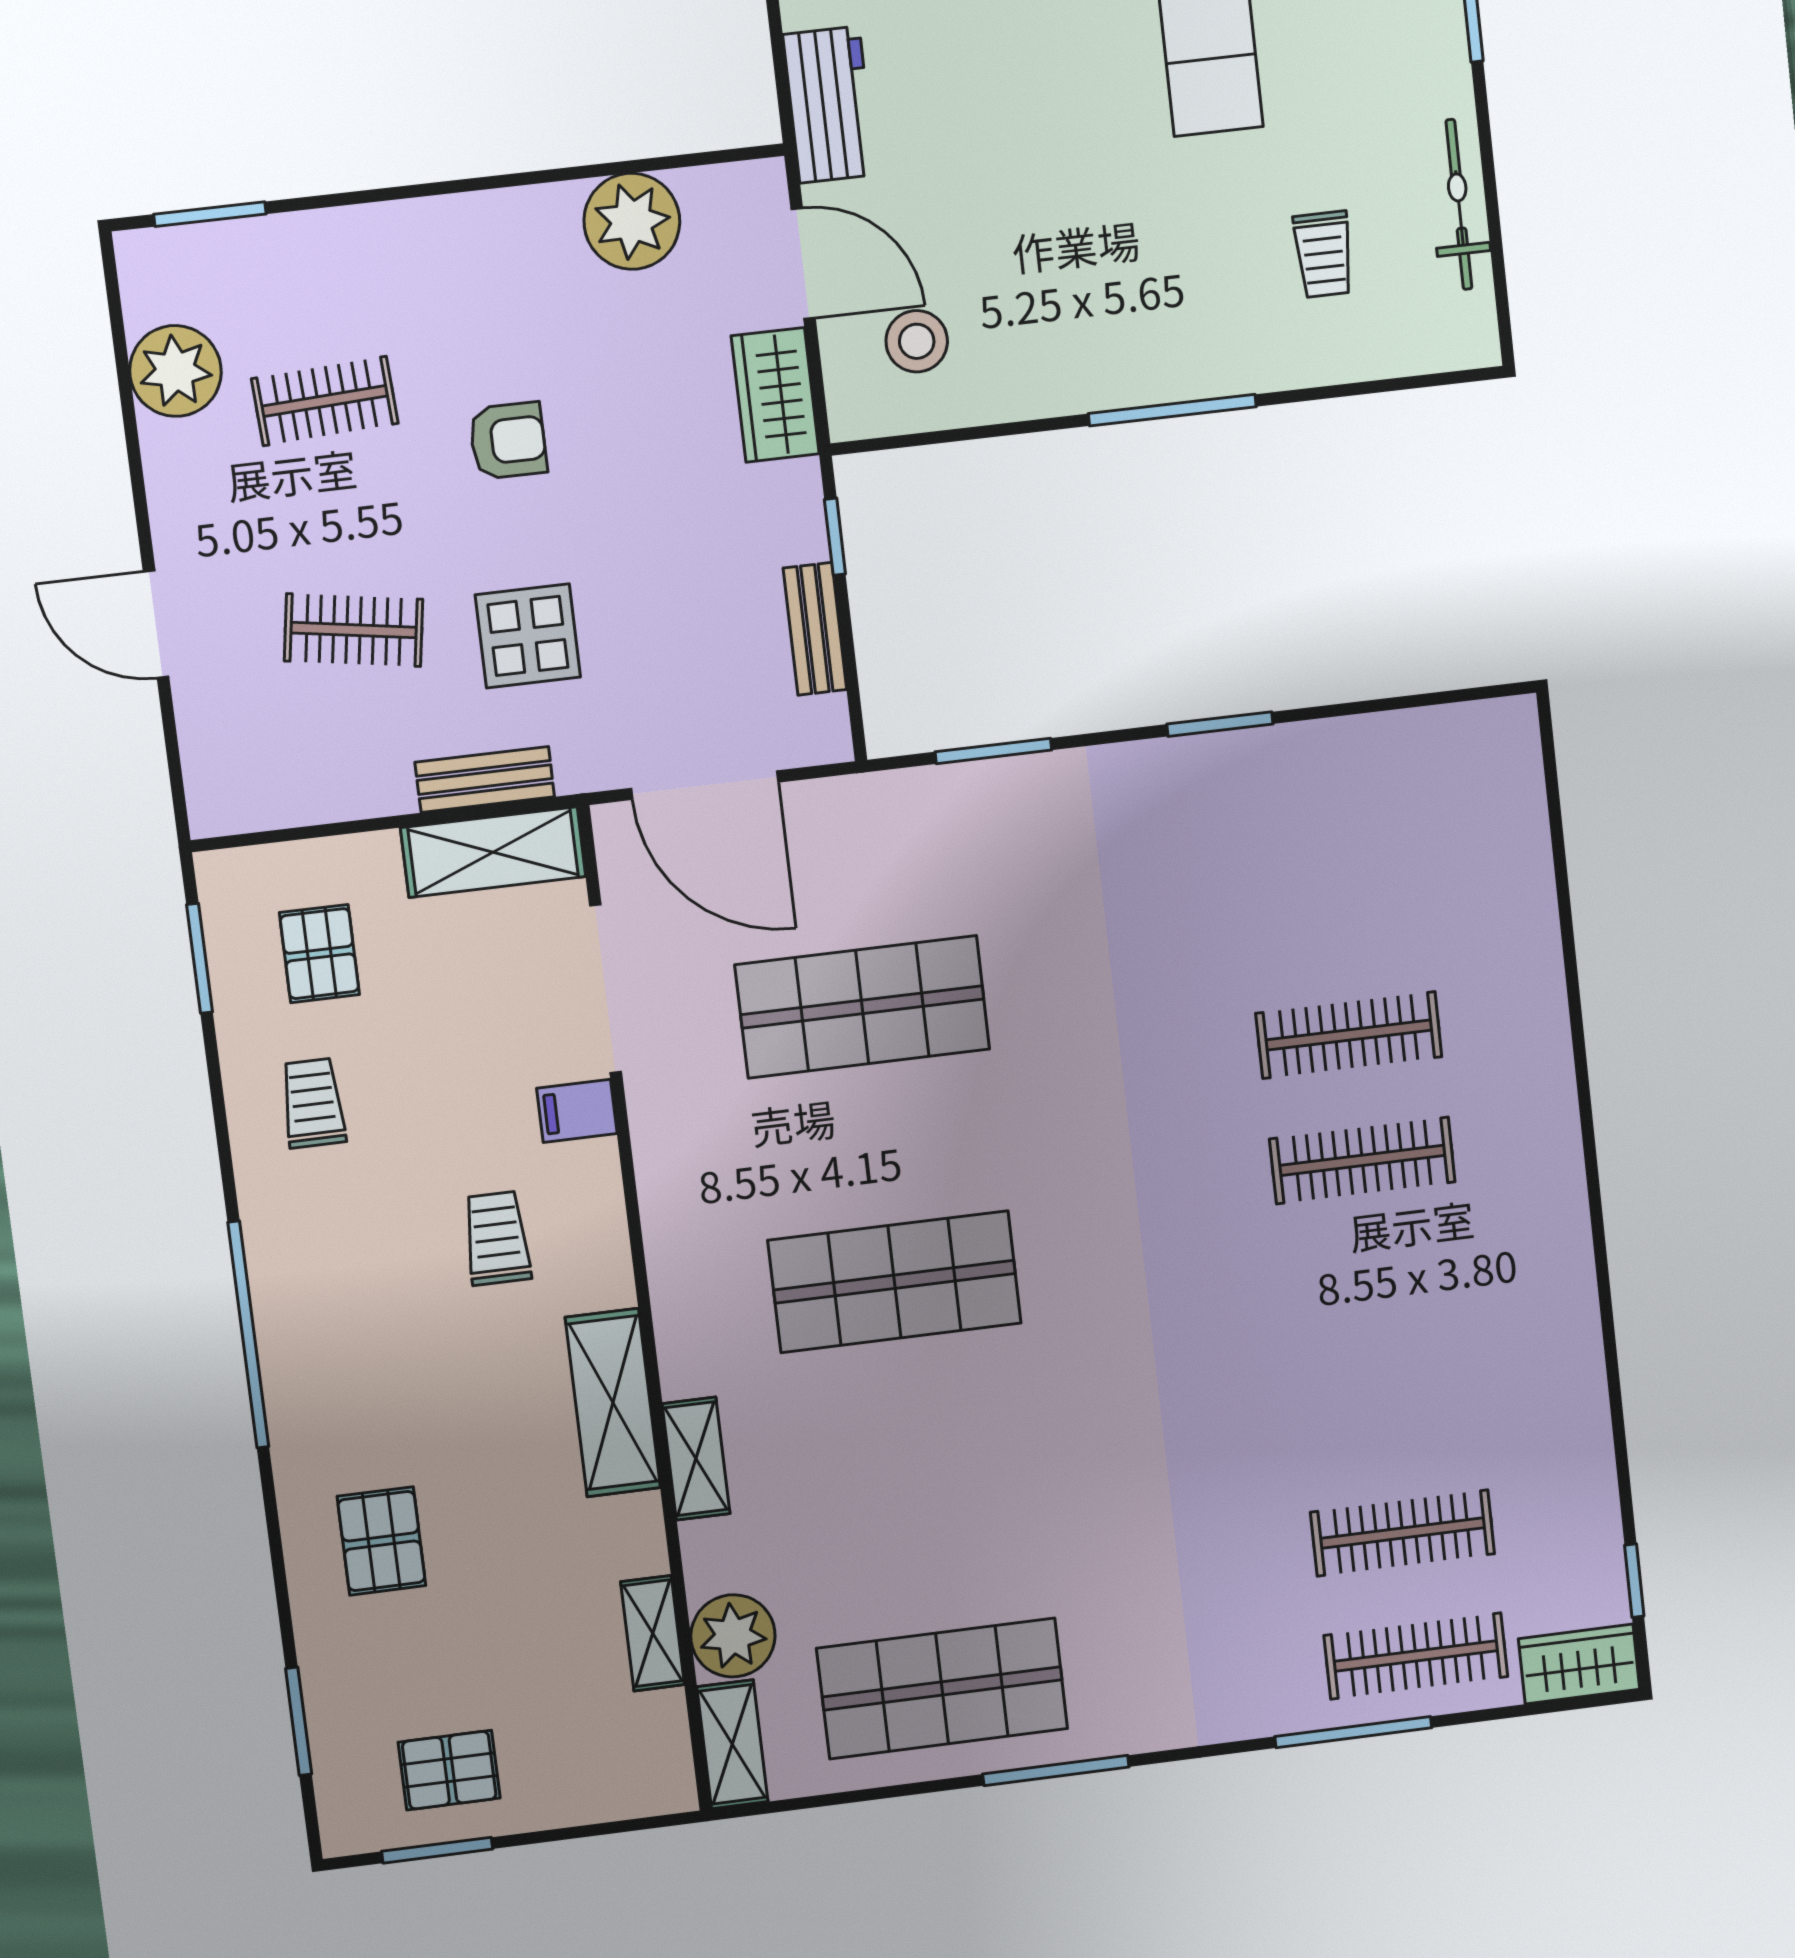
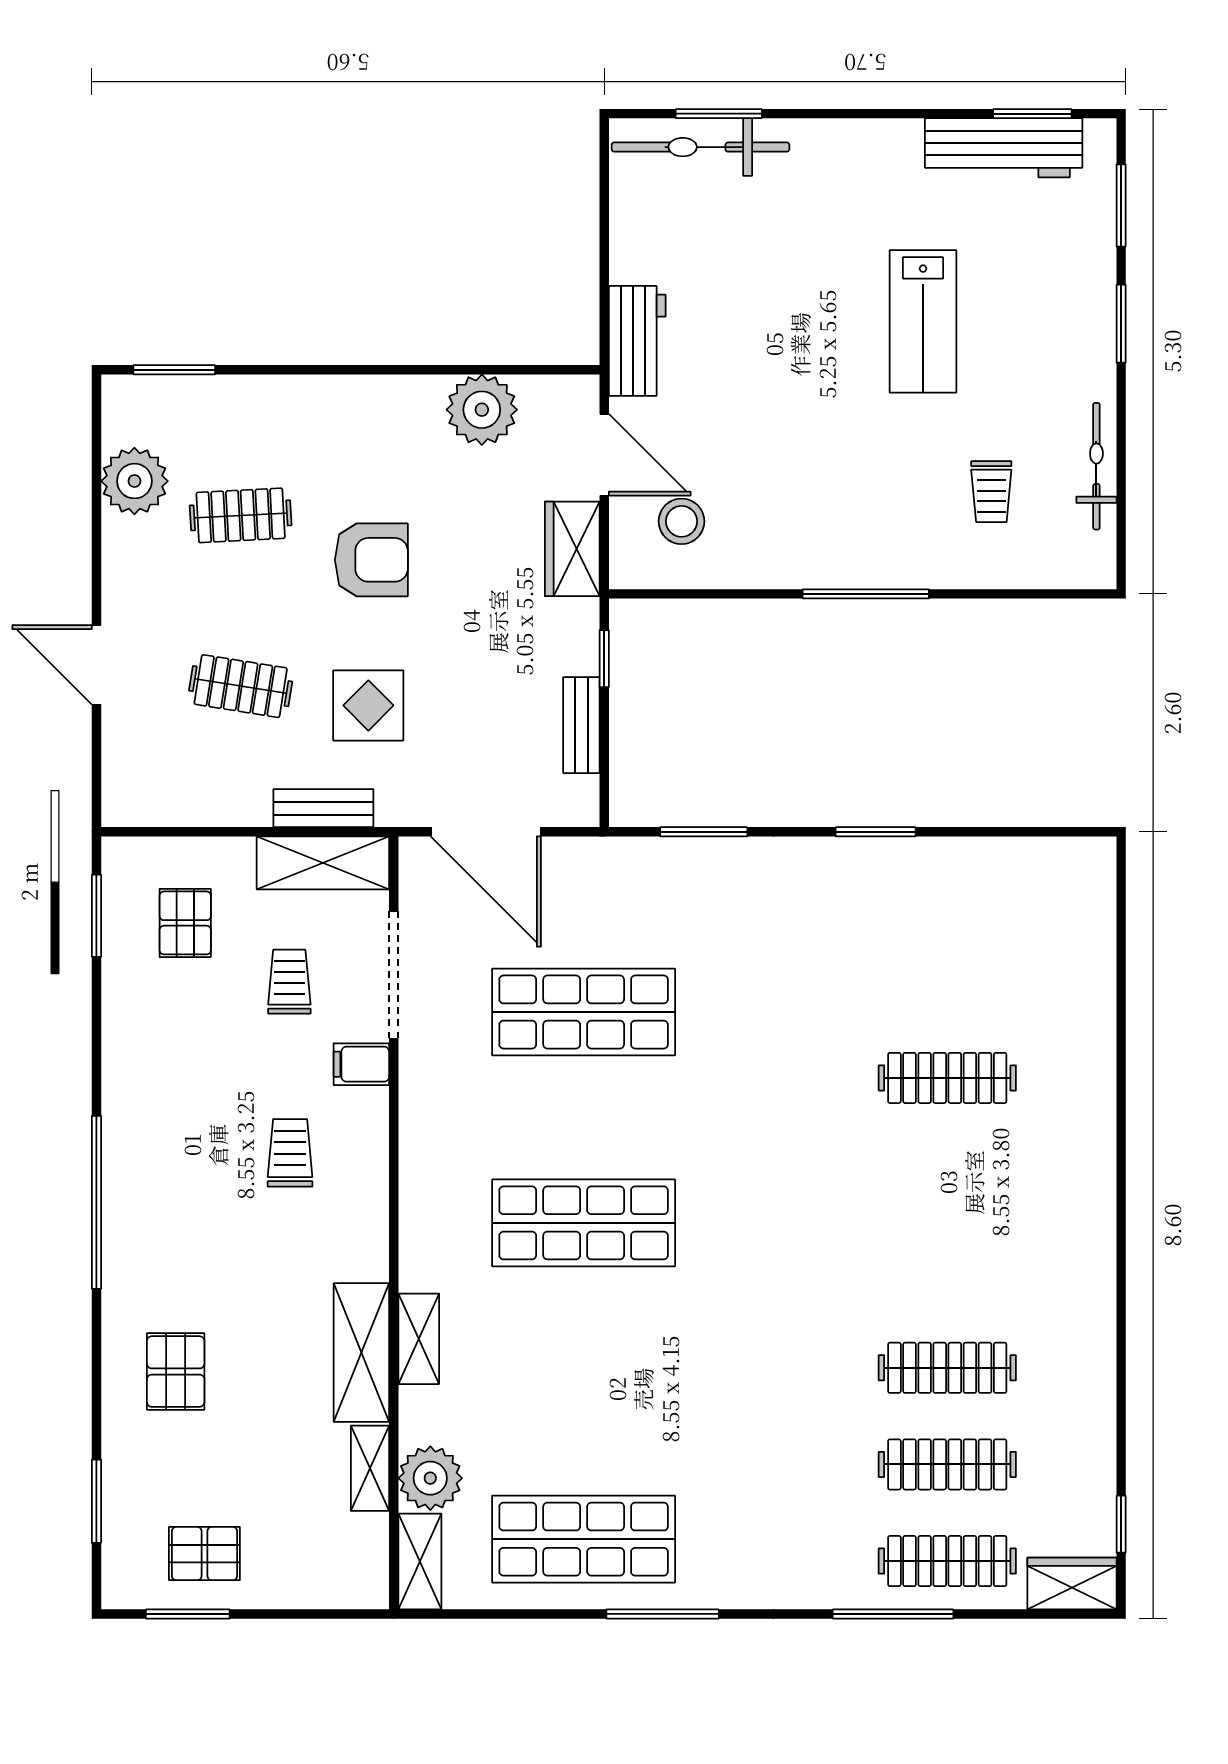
armchair: (508, 441) -> (371, 560), width x1.38, depth x1.38
trolley: (313, 1103) -> (289, 982), moved
clothes rail: (1362, 1160) -> (947, 1368), moved
shelving: (613, 1403) -> (361, 1353), moved

